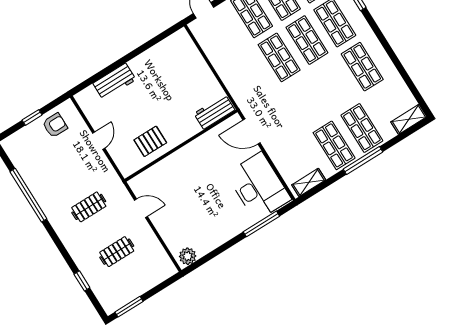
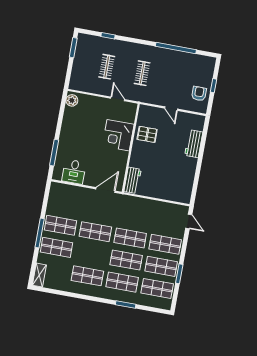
shop shelf: (307, 101) -> (95, 232), added
armchair: (55, 125) -> (199, 94), turned 180
pallet: (150, 141) -> (147, 134), turned 90
corner desk: (180, 172) -> (118, 135), added
shelving: (309, 182) -> (53, 196), removed
desk: (259, 186) -> (74, 172), width x0.53, depth x0.77
door: (141, 208) -> (118, 99), swing flipped

